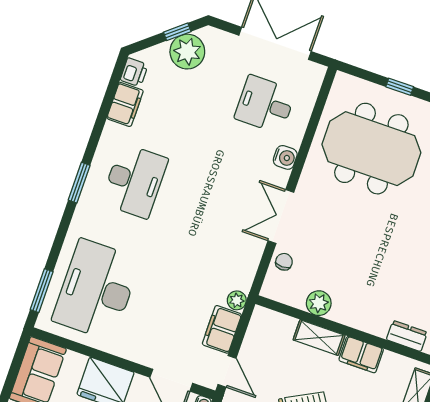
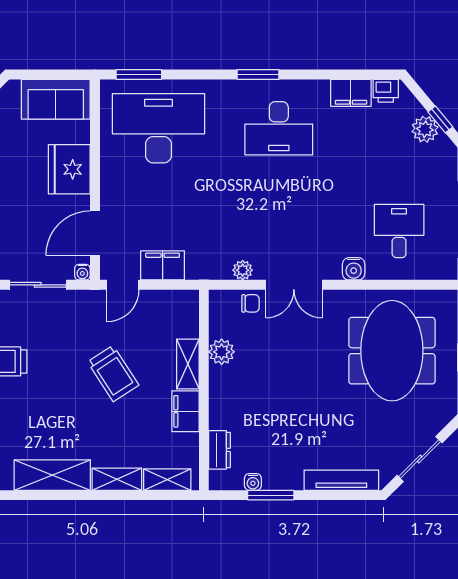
plant: (187, 52) -> (425, 129), width x0.73, depth x0.73
double door: (281, 216) -> (294, 285), swing flipped
plant: (237, 300) -> (243, 270), moved

